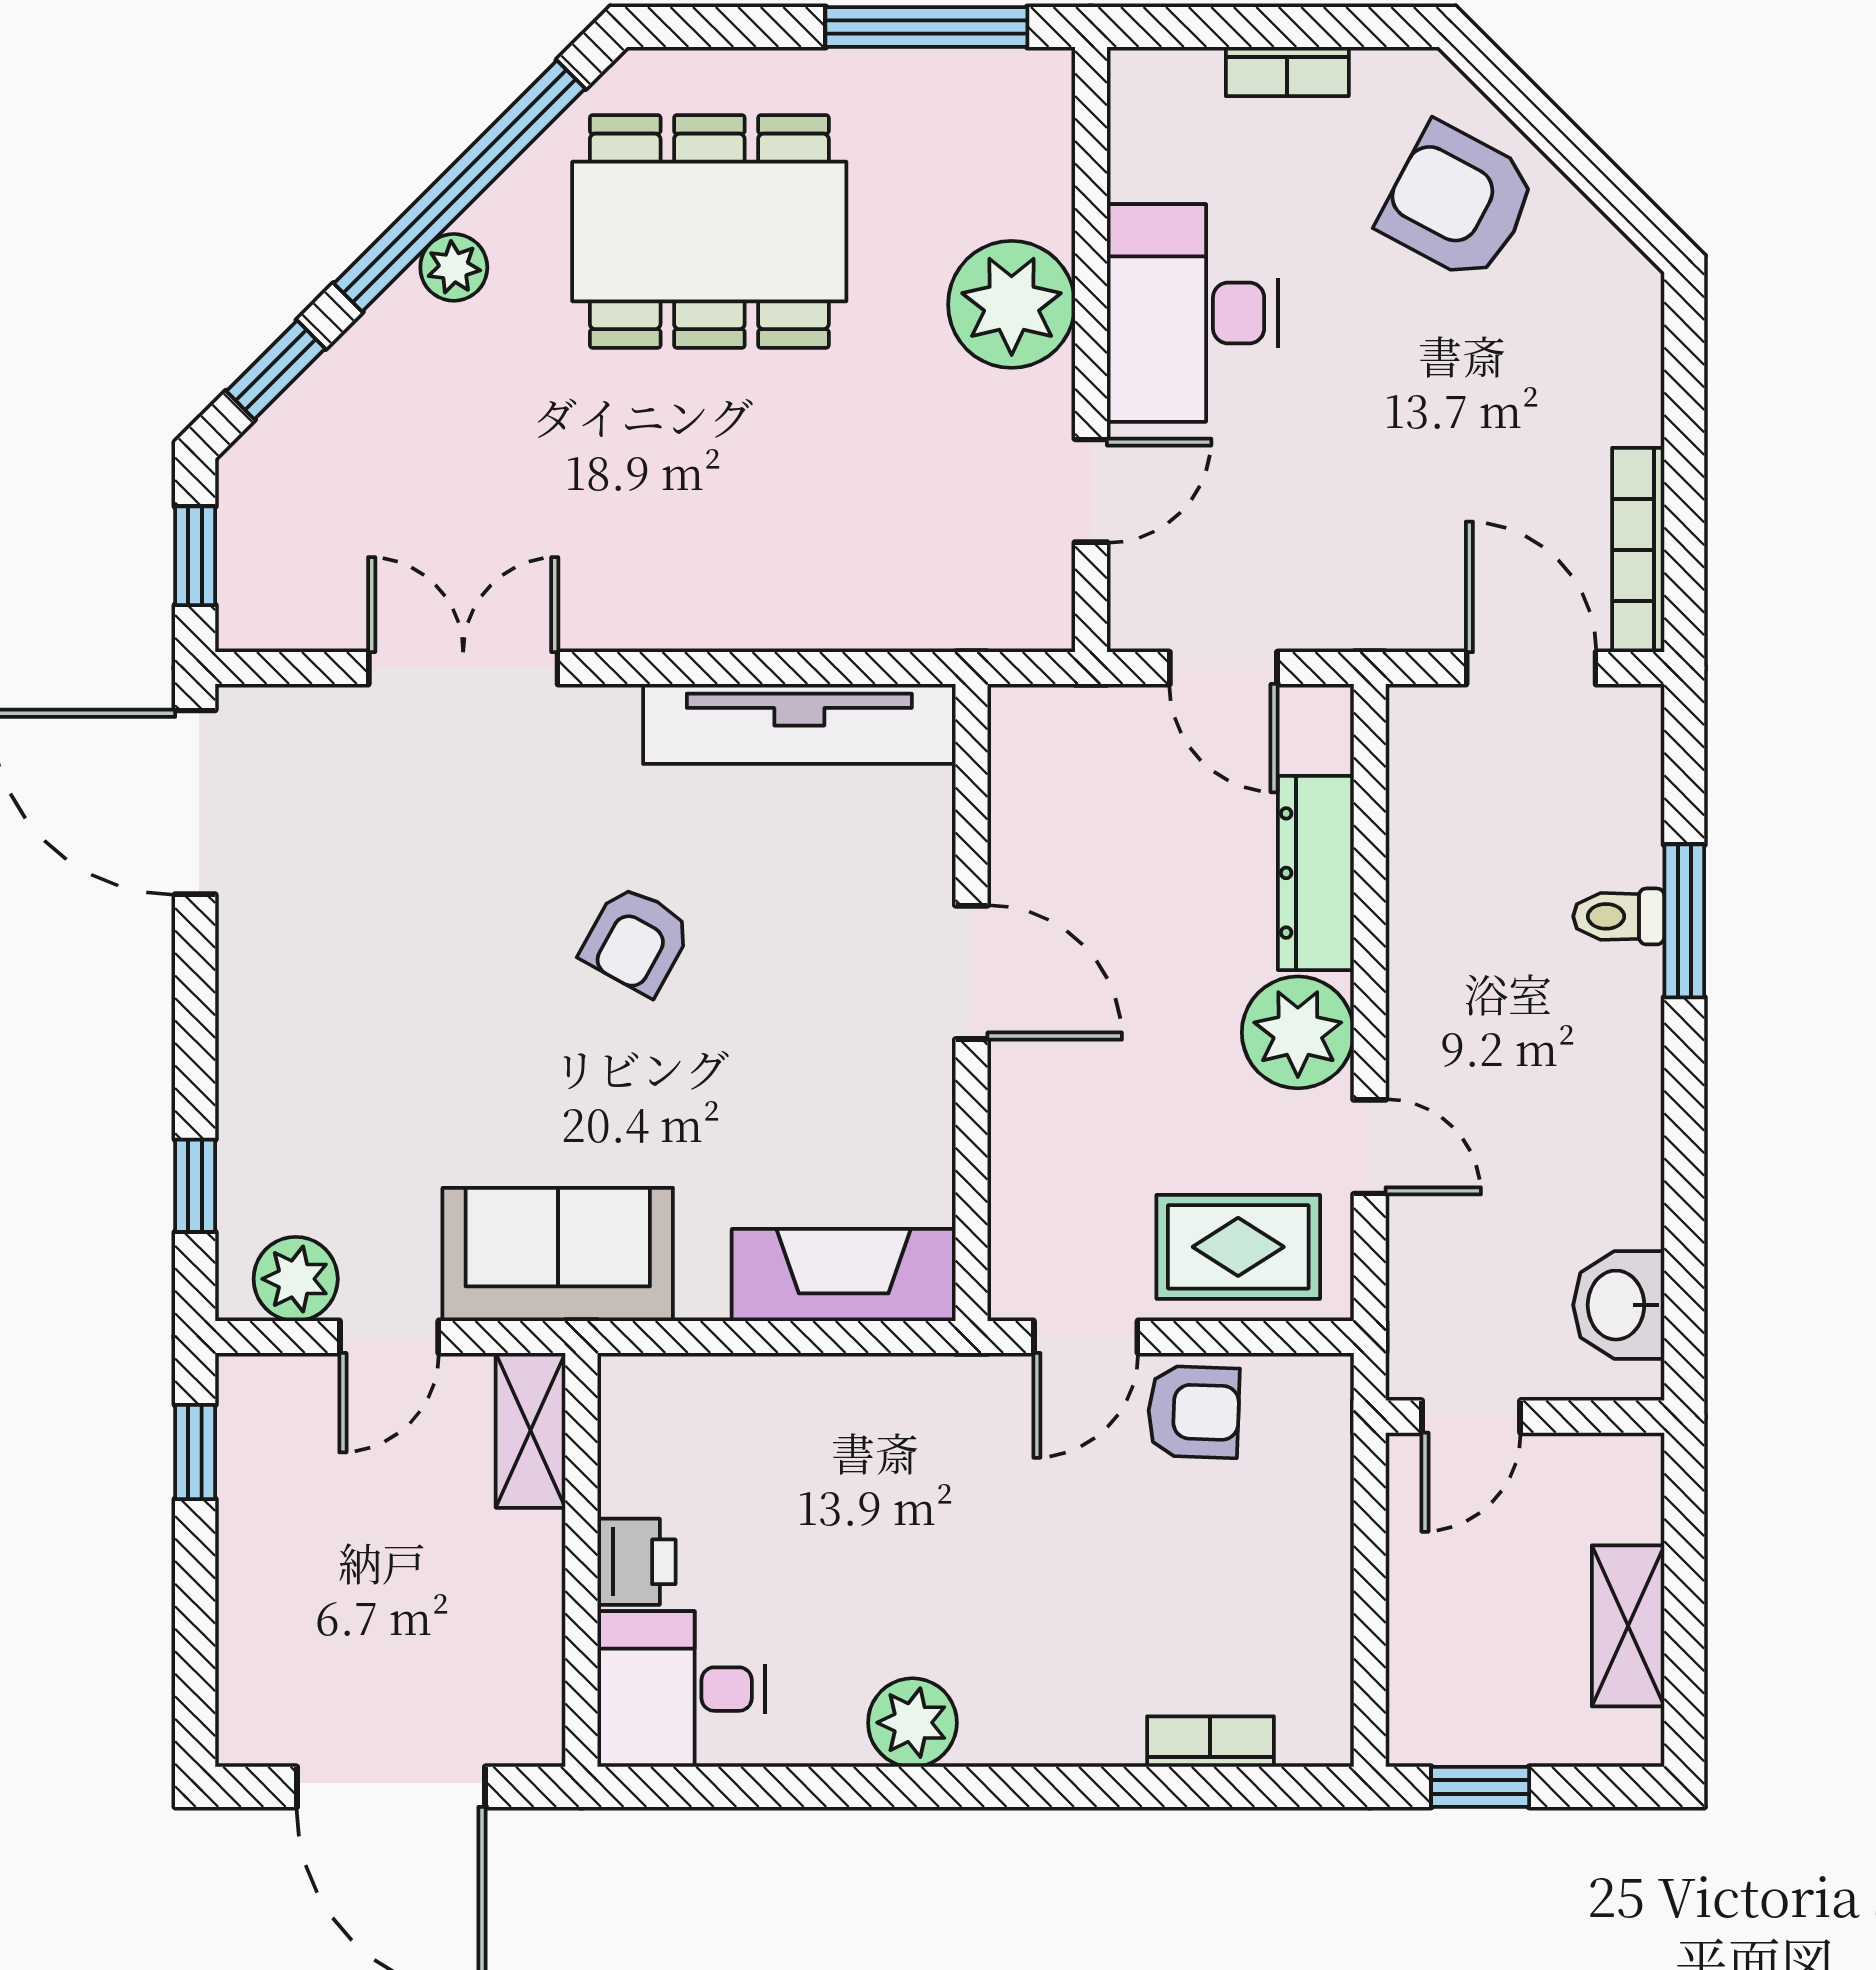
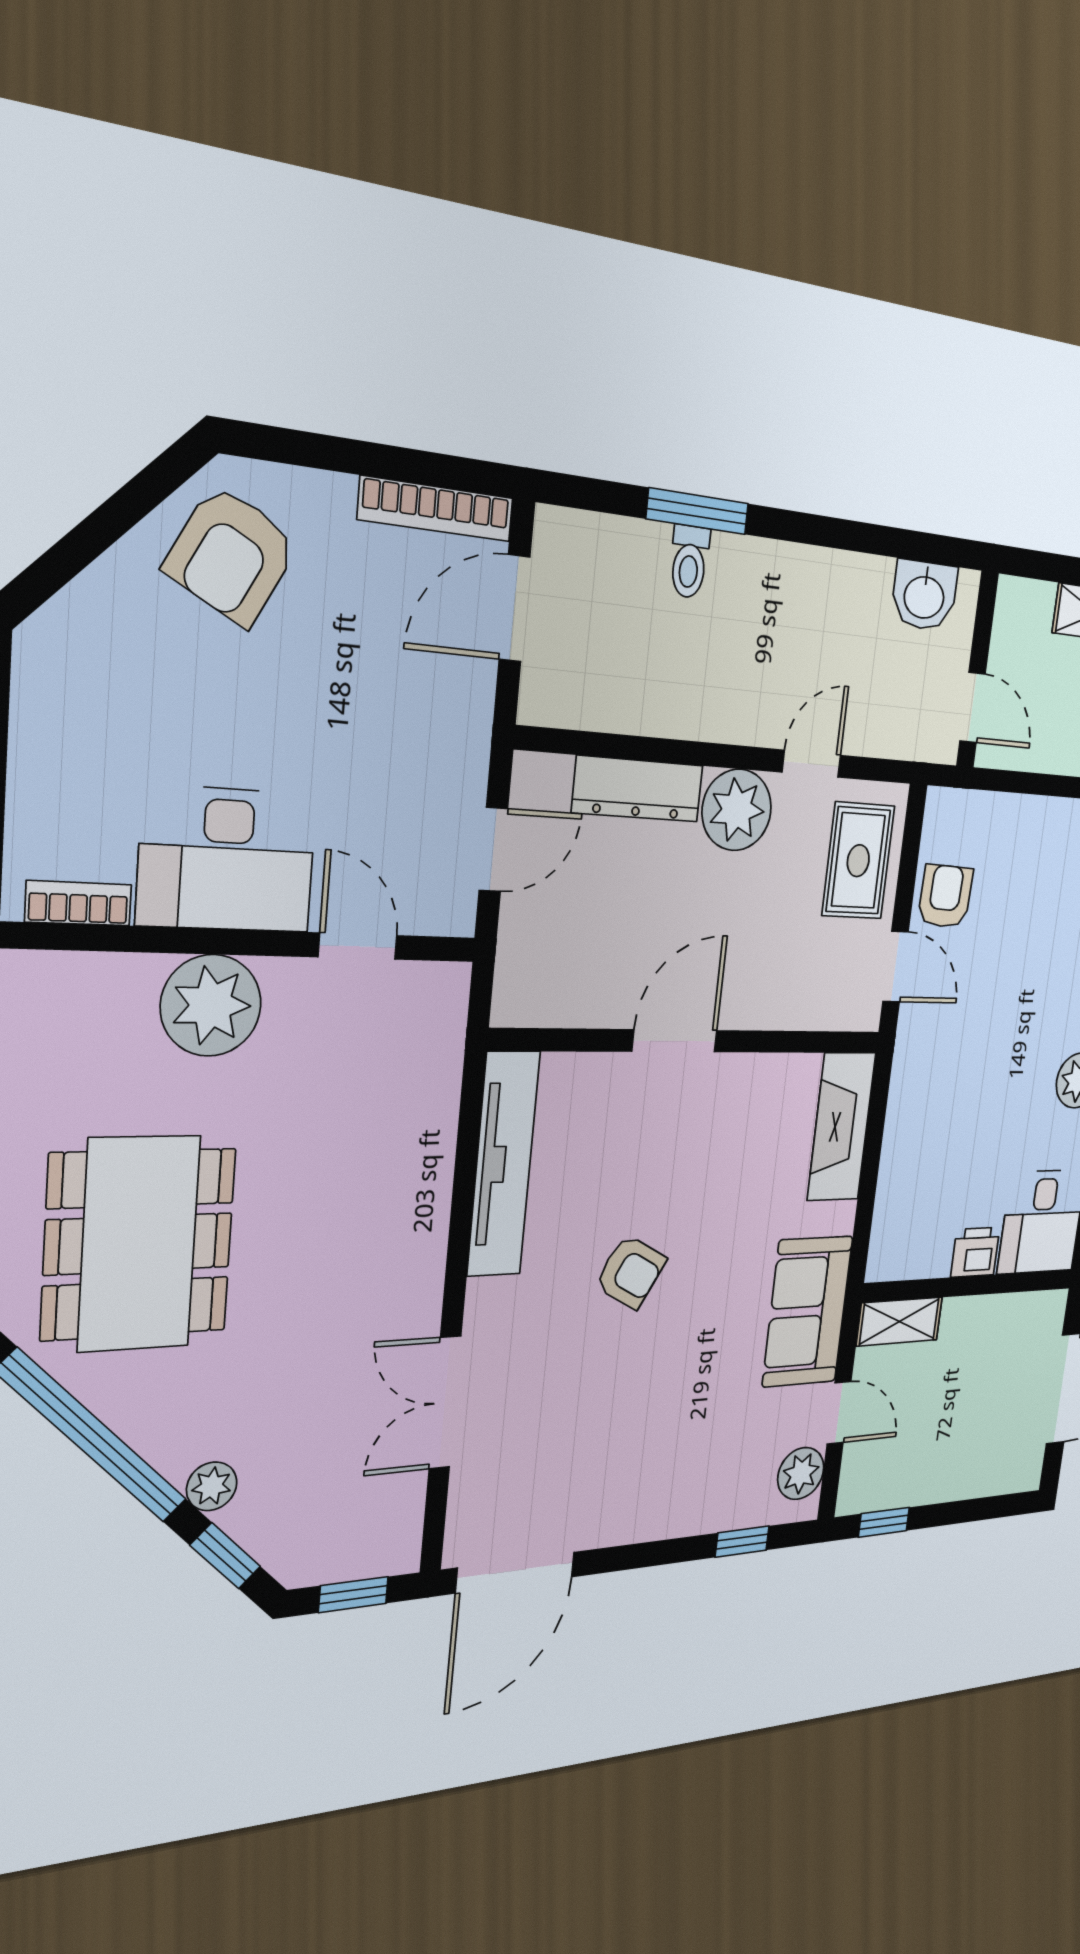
bookcase: (1287, 72) -> (78, 903), moved, turned -90
armchair: (1458, 202) -> (232, 555), moved
plant: (454, 267) -> (212, 1486), moved

